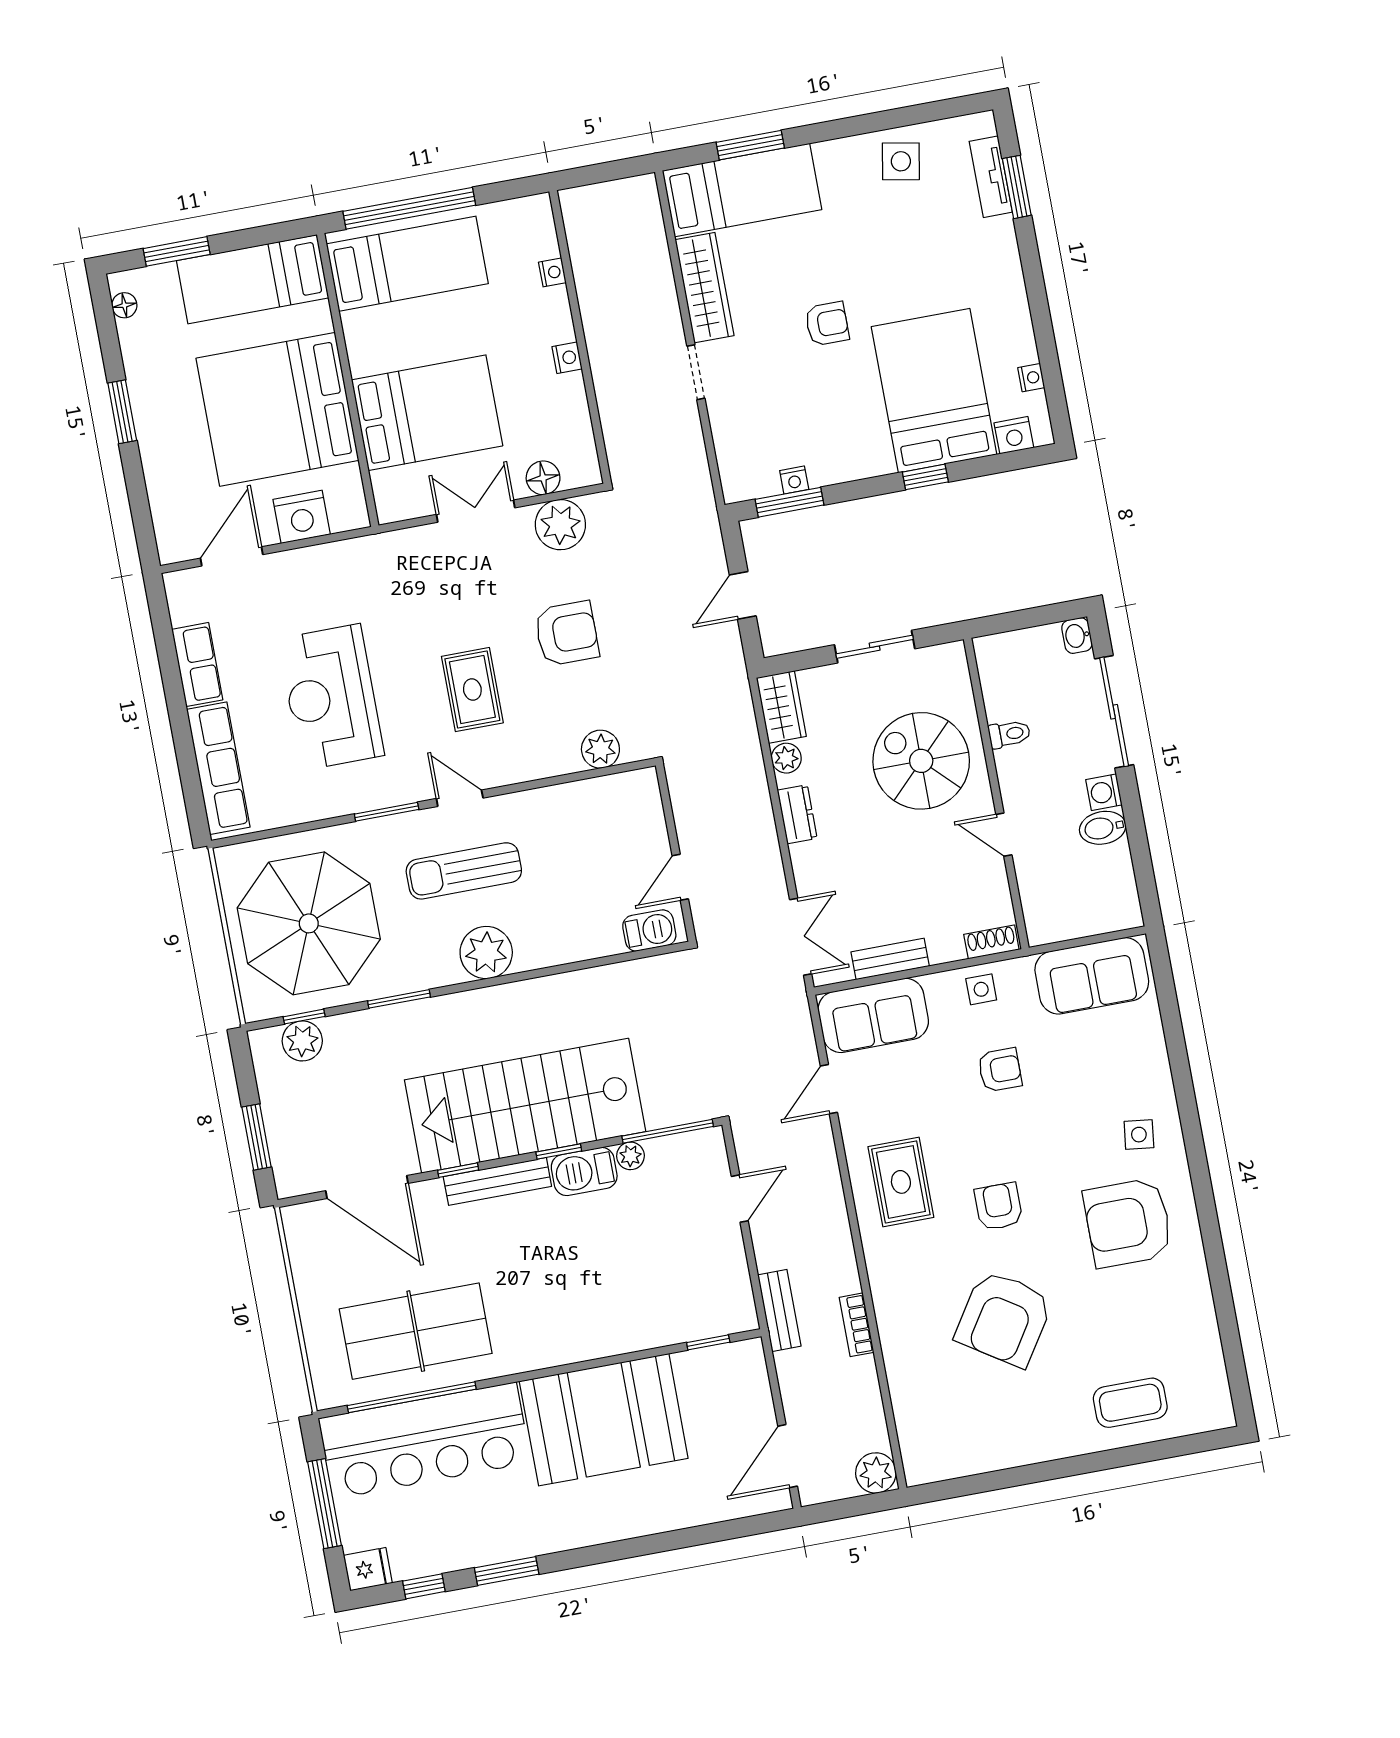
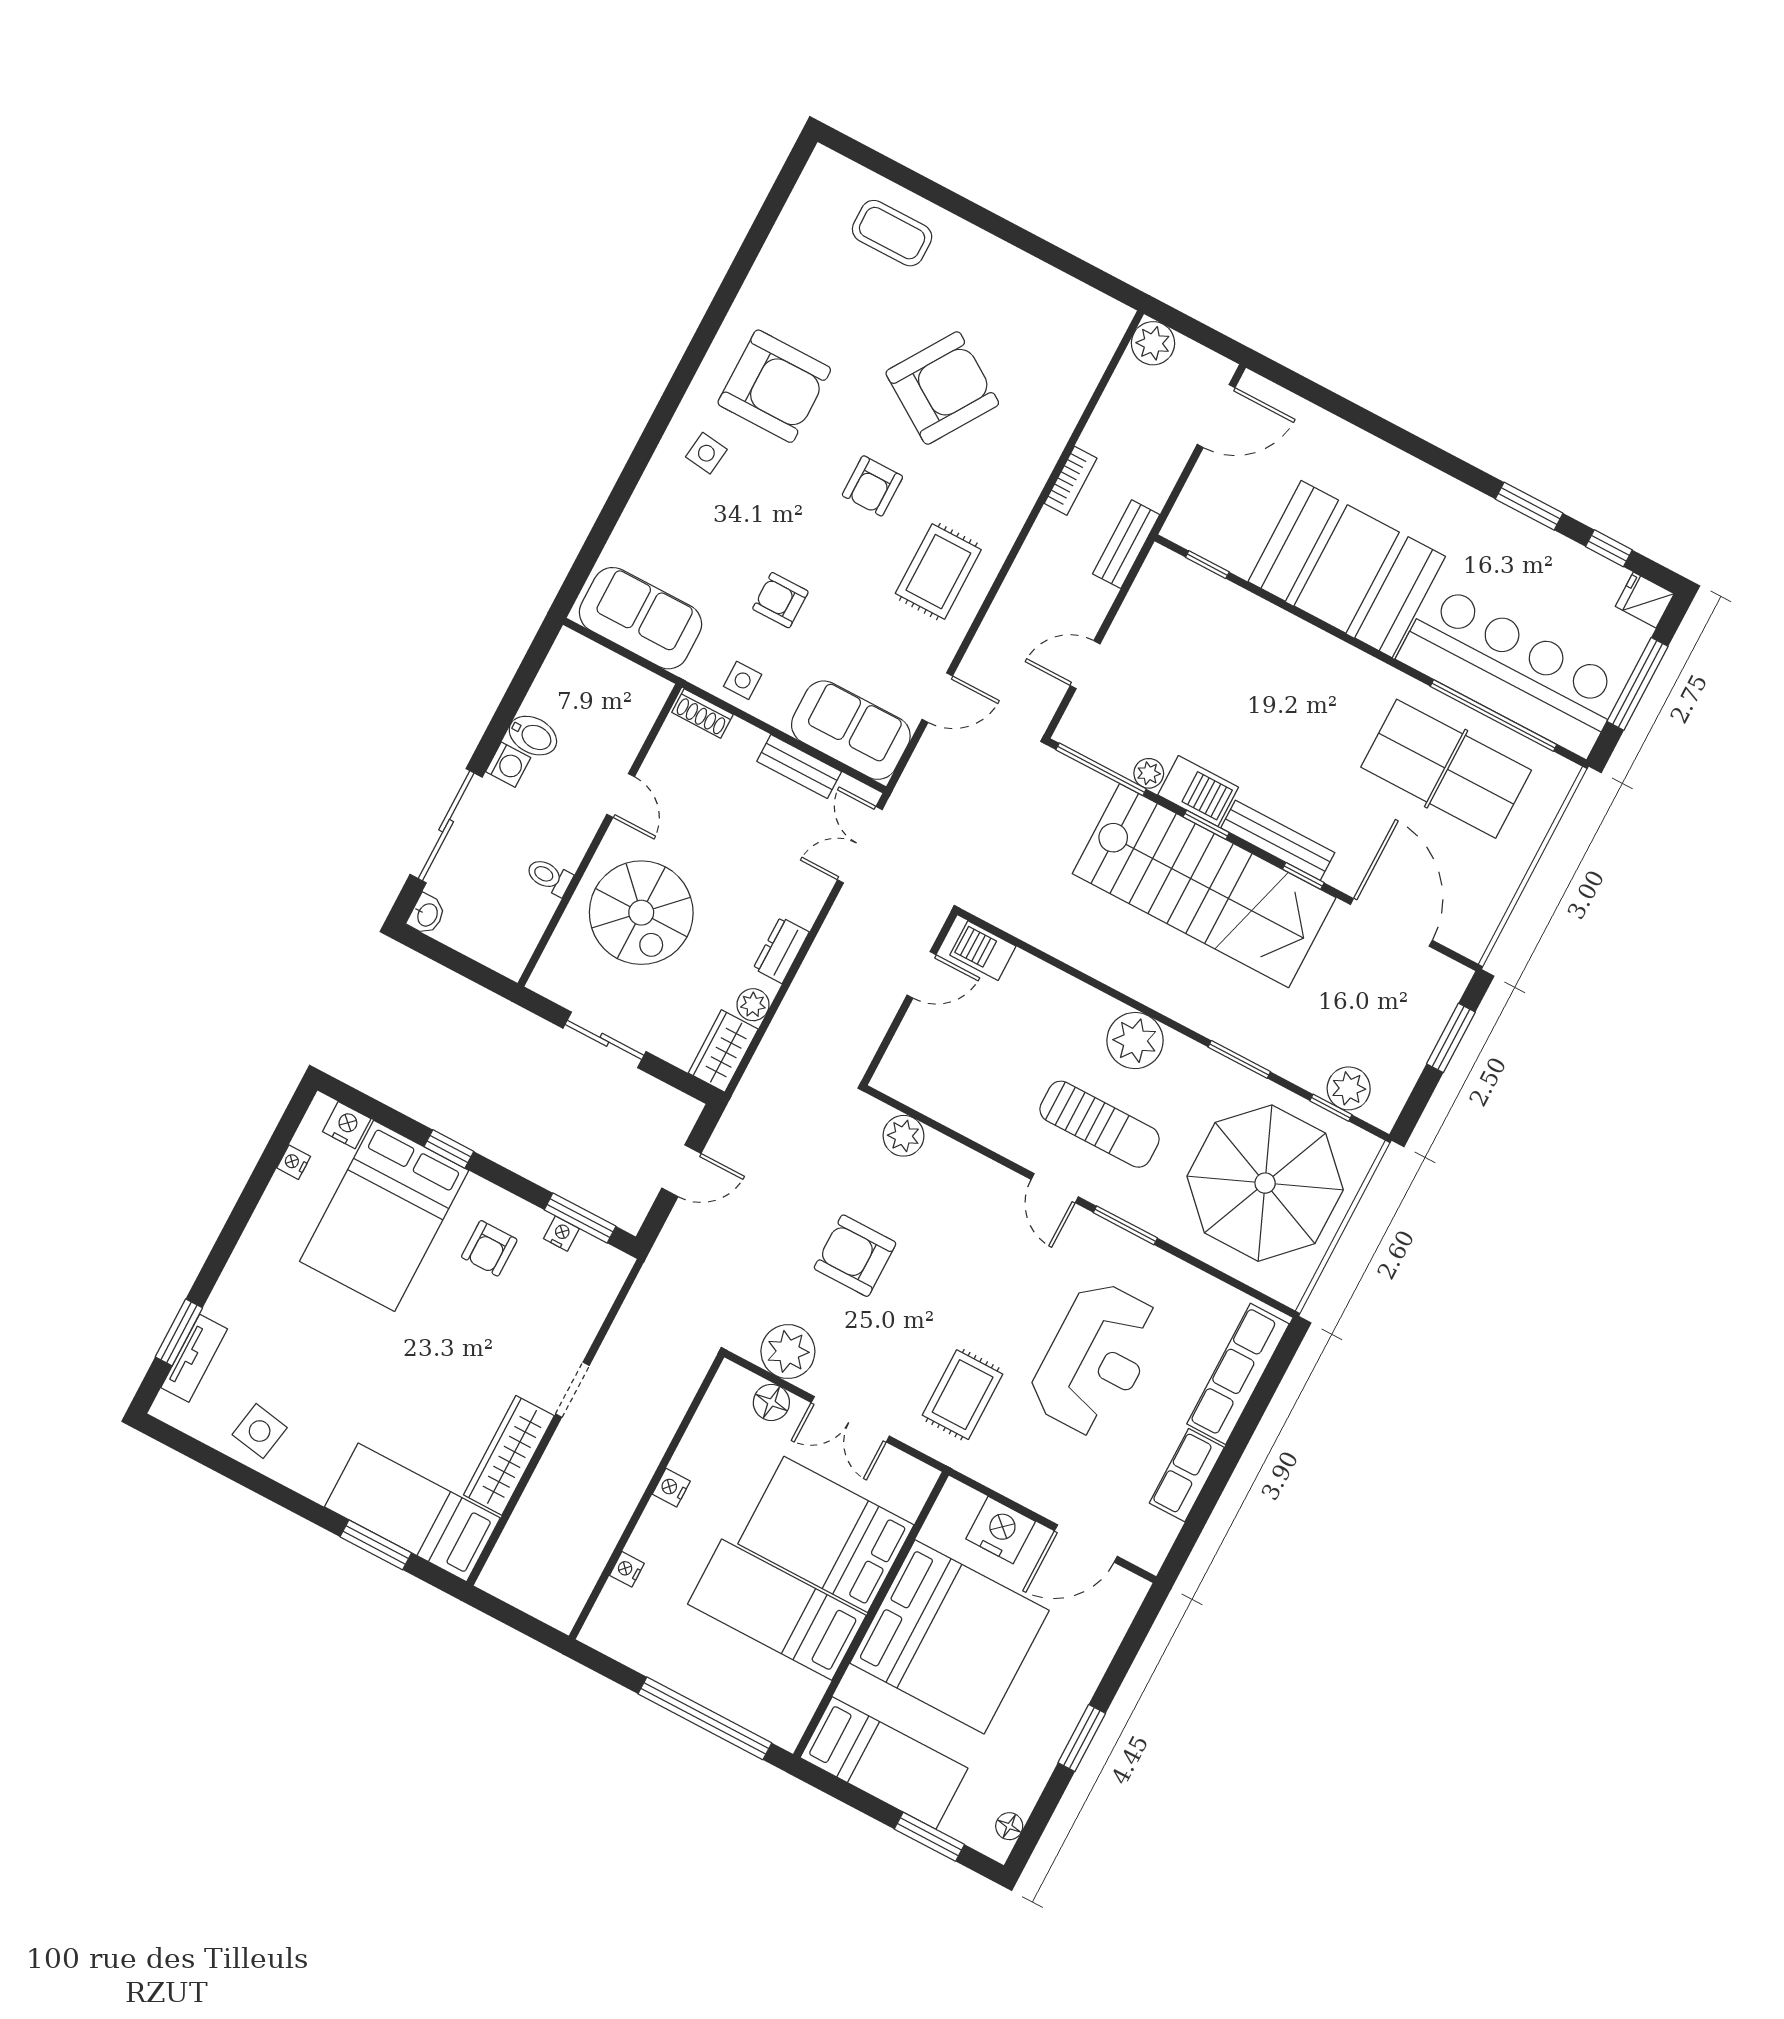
bed: (407, 264) -> (777, 1610), moved
armchair: (827, 324) -> (489, 1248), moved, turned -90
rug: (472, 690) -> (963, 1395), moved

